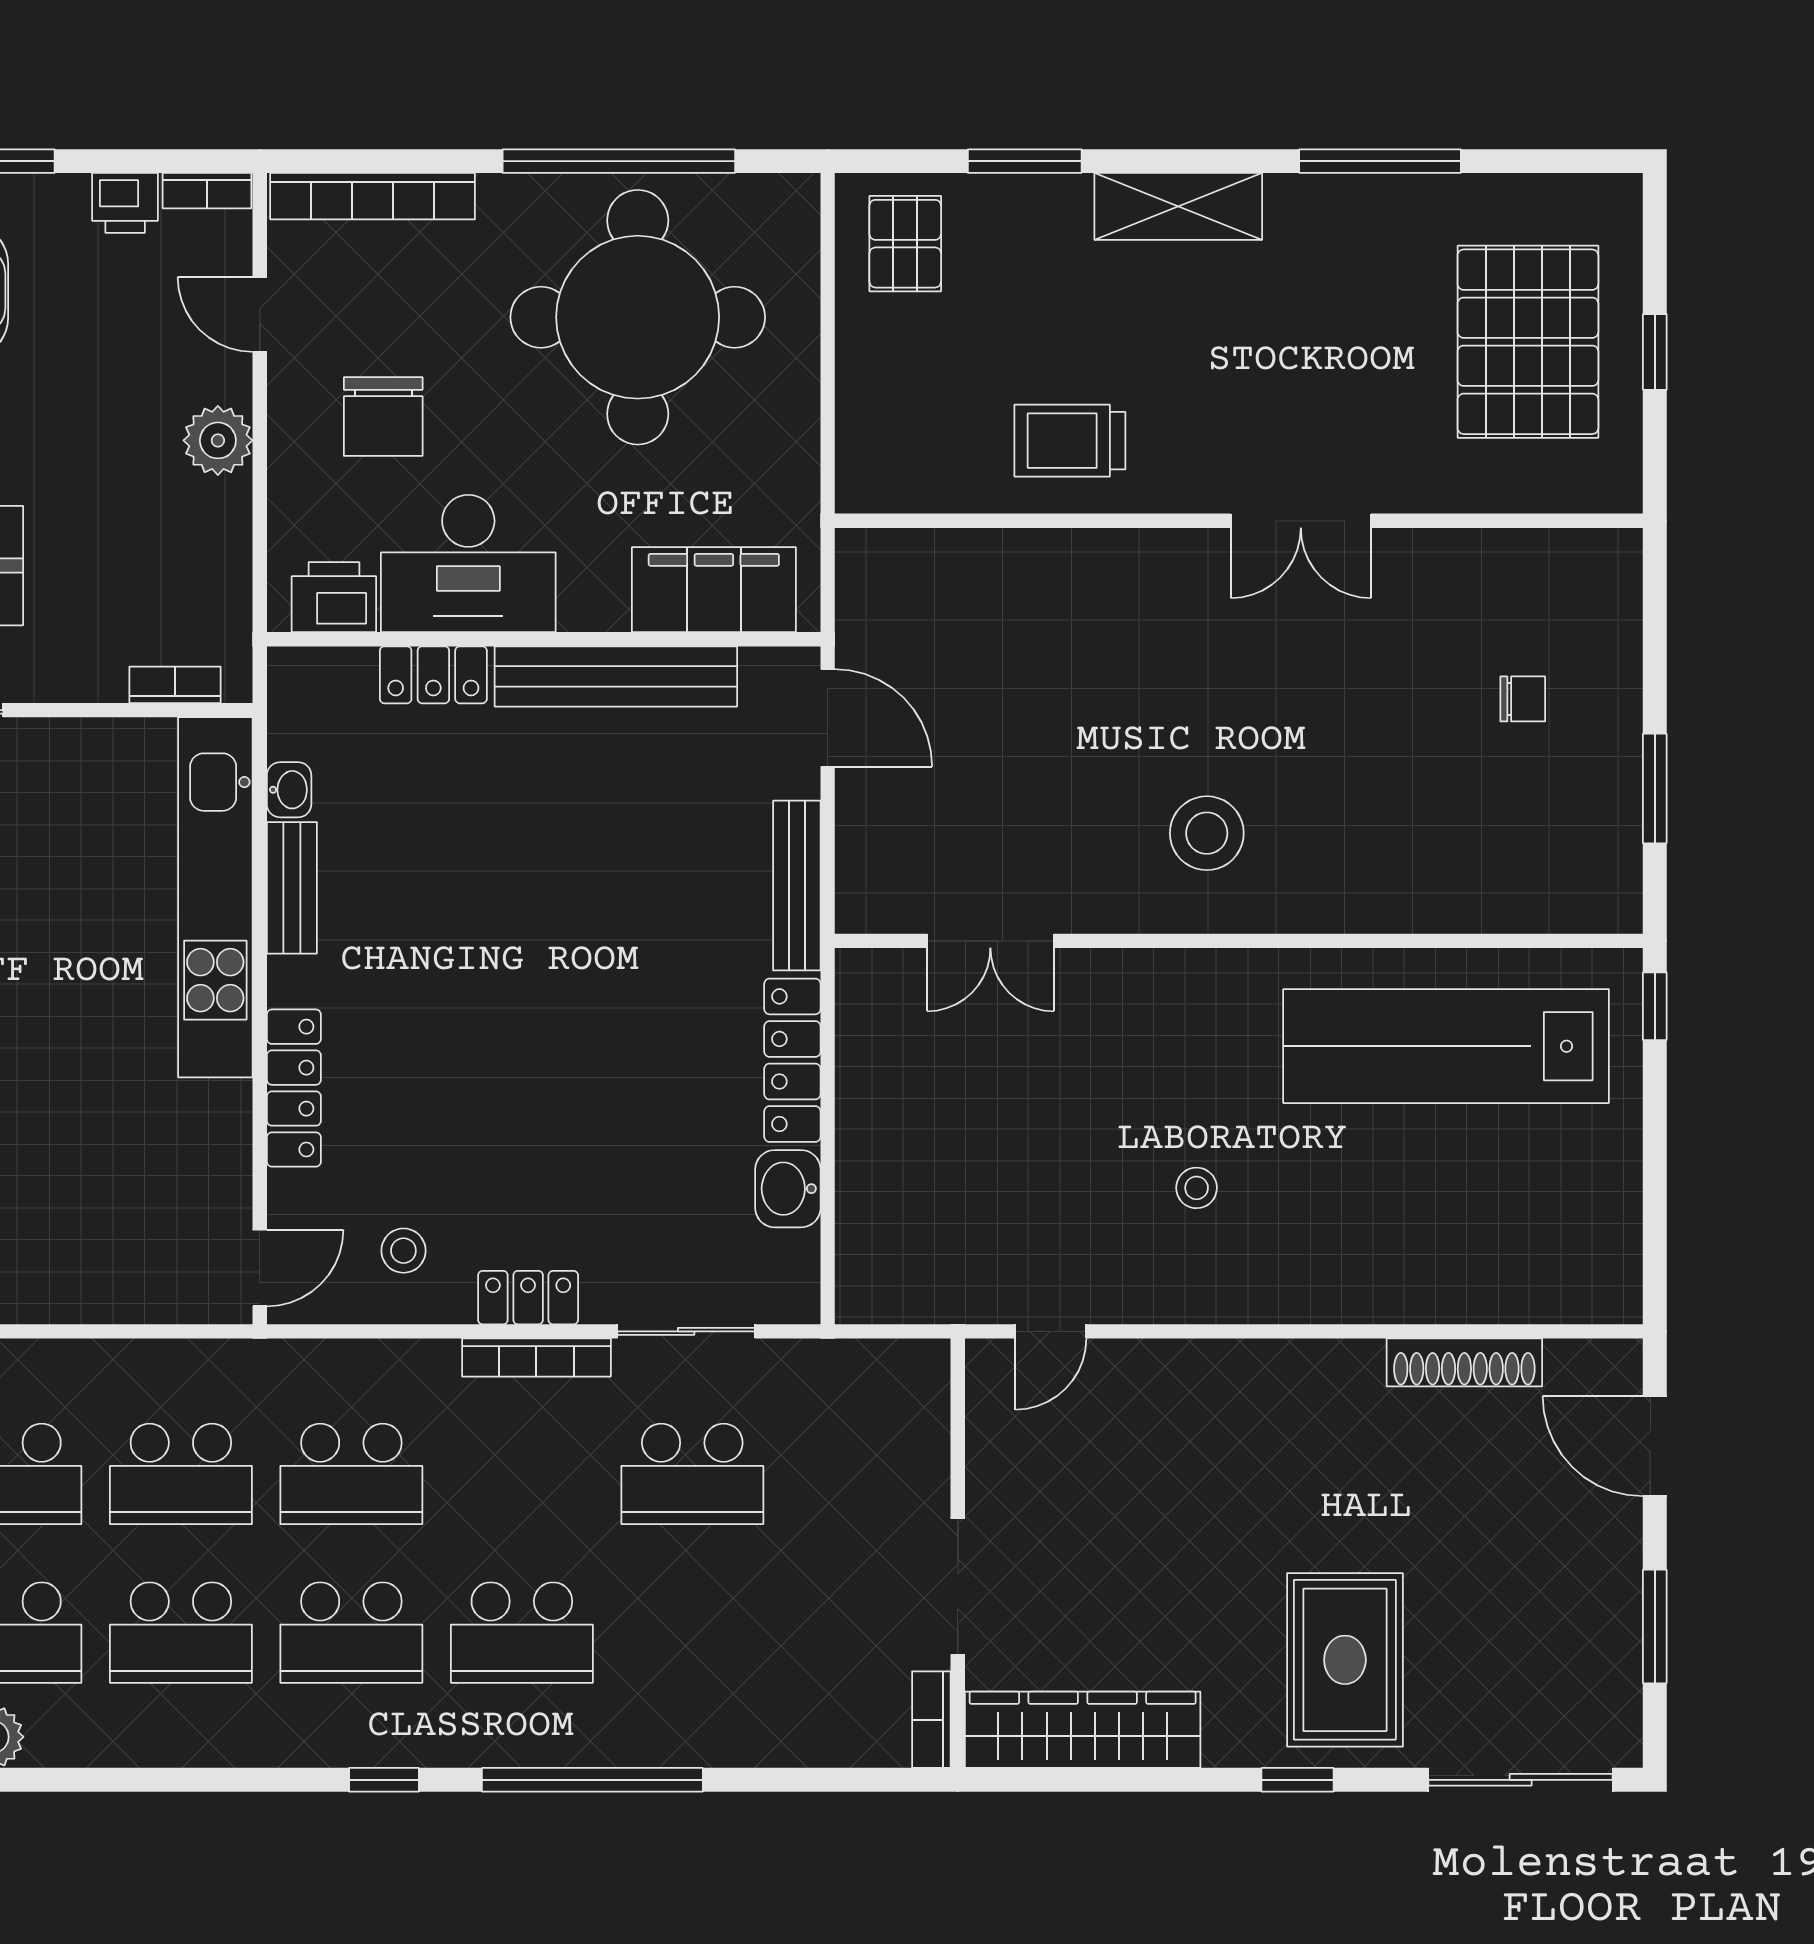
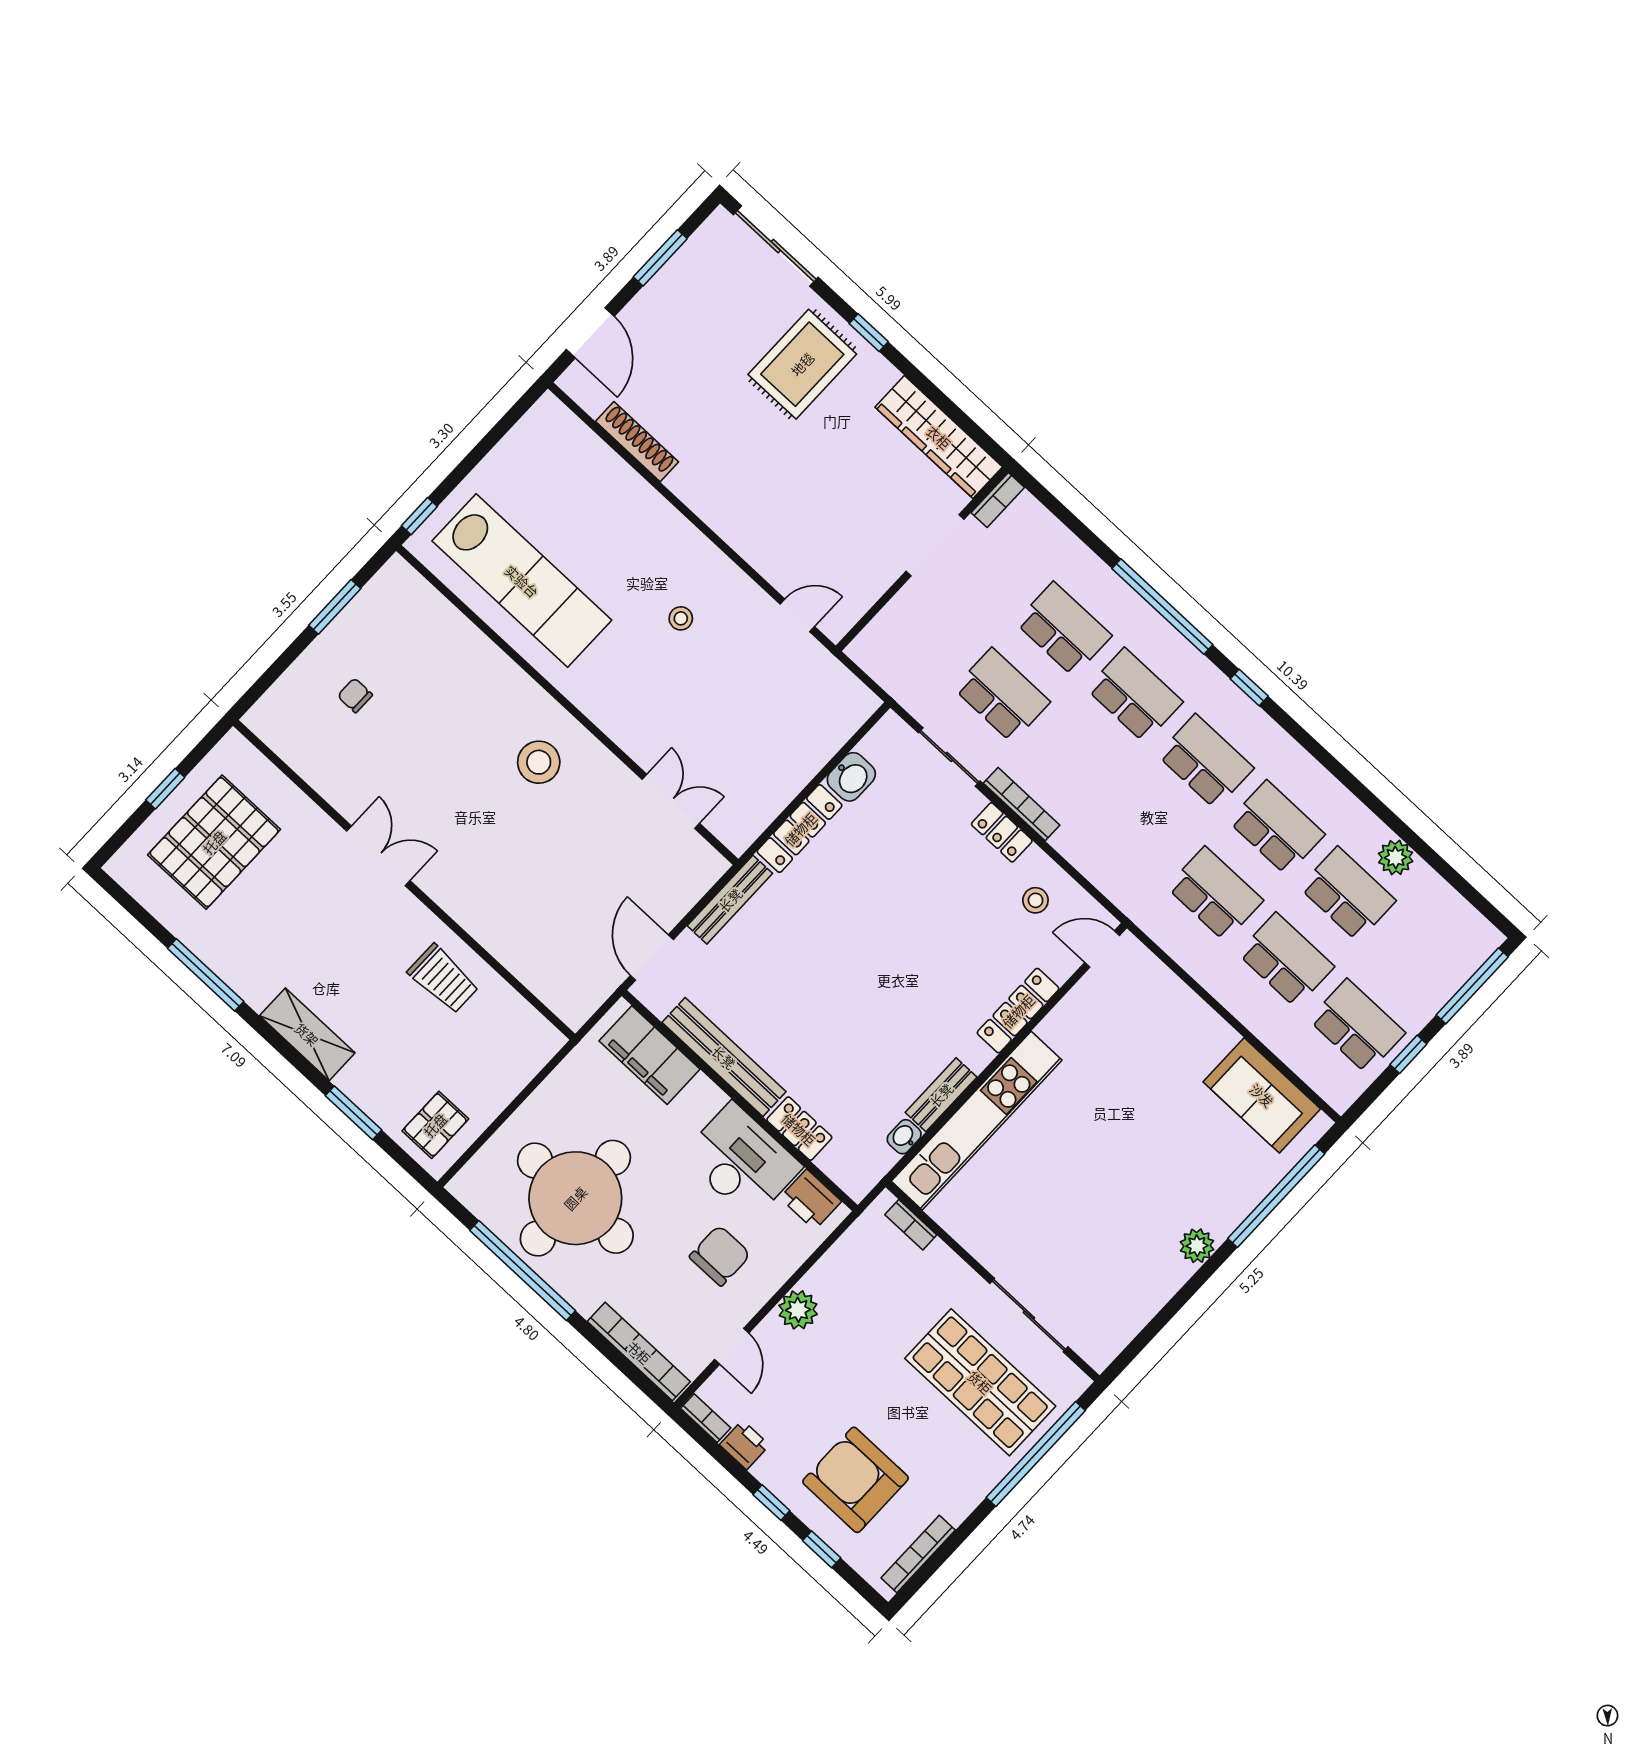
school desk: (351, 1474) -> (1064, 629), moved

